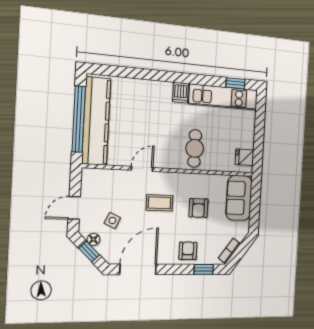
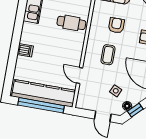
dishwasher: (181, 93) -> (25, 50), moved
door: (142, 169) -> (80, 75), moved
armchair: (198, 208) -> (116, 25), turned -90

